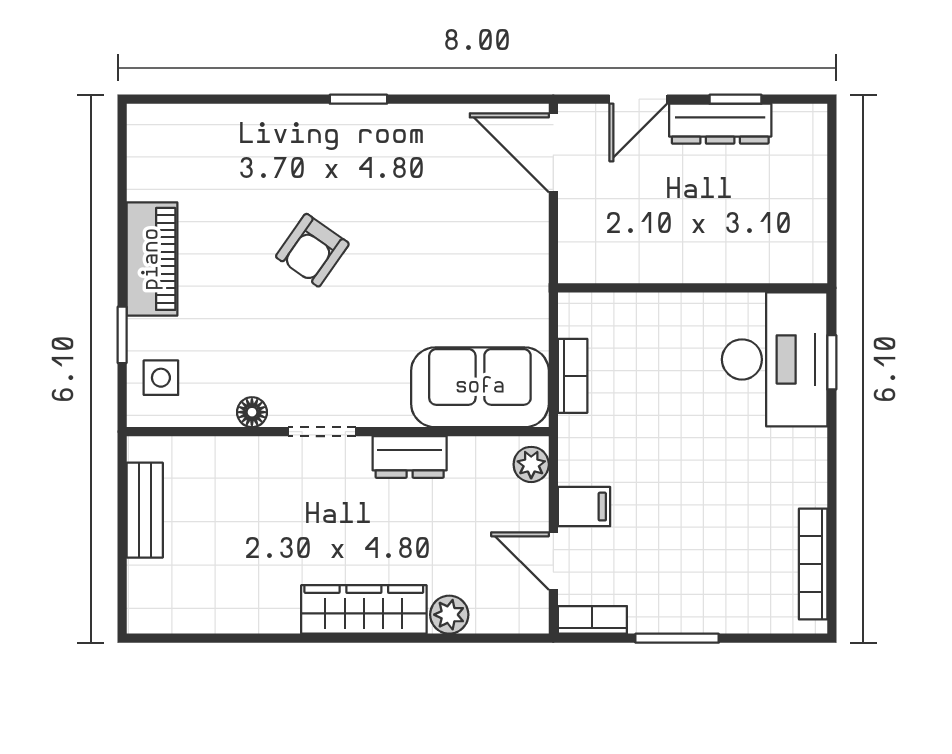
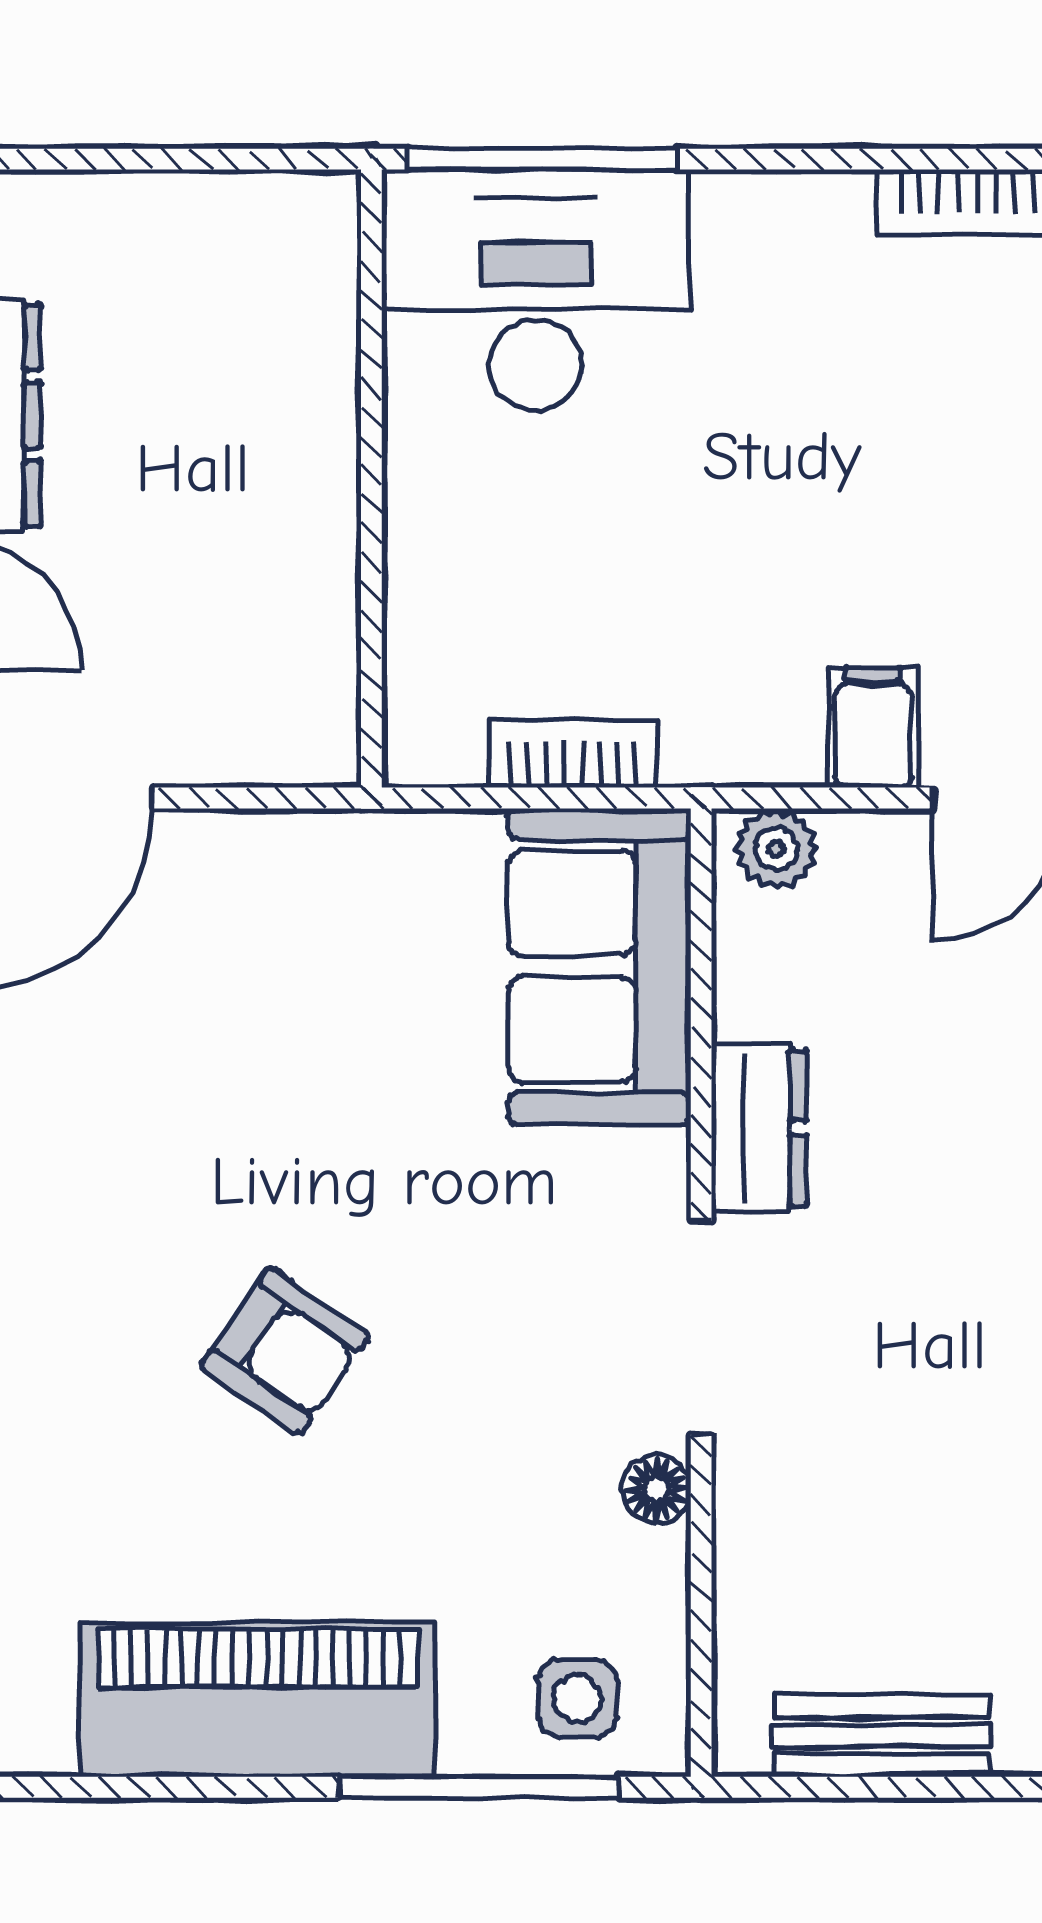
piano: (152, 259) -> (257, 1700), width x1.37, depth x1.33
window: (122, 335) -> (479, 1787), width x2.17
window: (832, 362) -> (542, 159), width x2.17
doorway: (322, 432) -> (701, 1328), width x1.38

